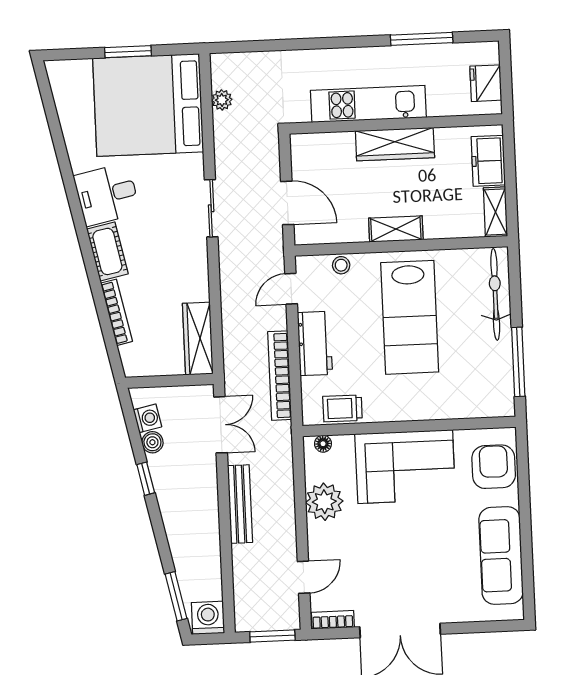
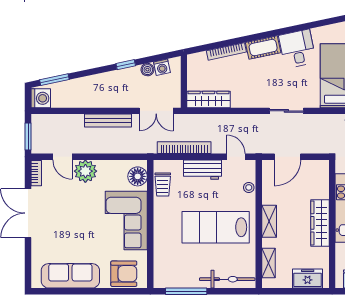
shelving: (496, 212) -> (268, 263), moved, turned 90
trolley: (343, 408) -> (163, 185), turned 180
floor lamp: (323, 444) -> (138, 176), width x1.89, depth x1.89
plant: (324, 502) -> (85, 171), moved

